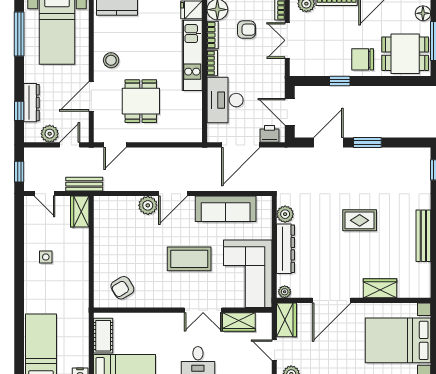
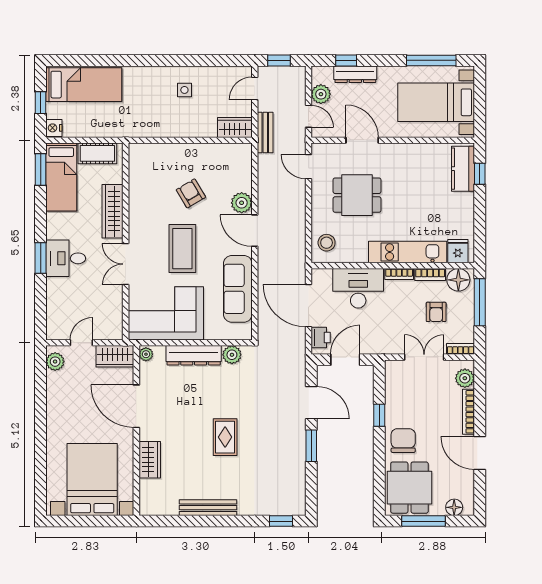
stool: (111, 60) -> (327, 243), moved
armchair: (122, 288) -> (191, 193), moved
wardrobe: (239, 322) -> (113, 211), moved, width x1.50

